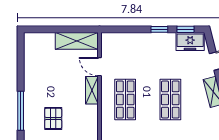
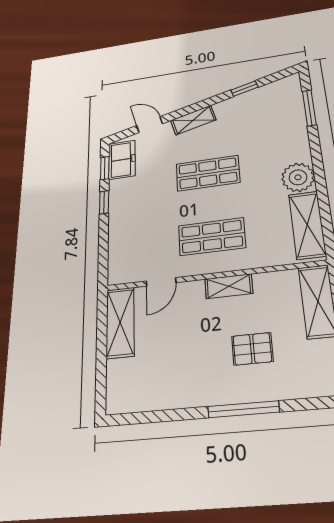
shelving: (92, 90) -> (229, 286), moved

